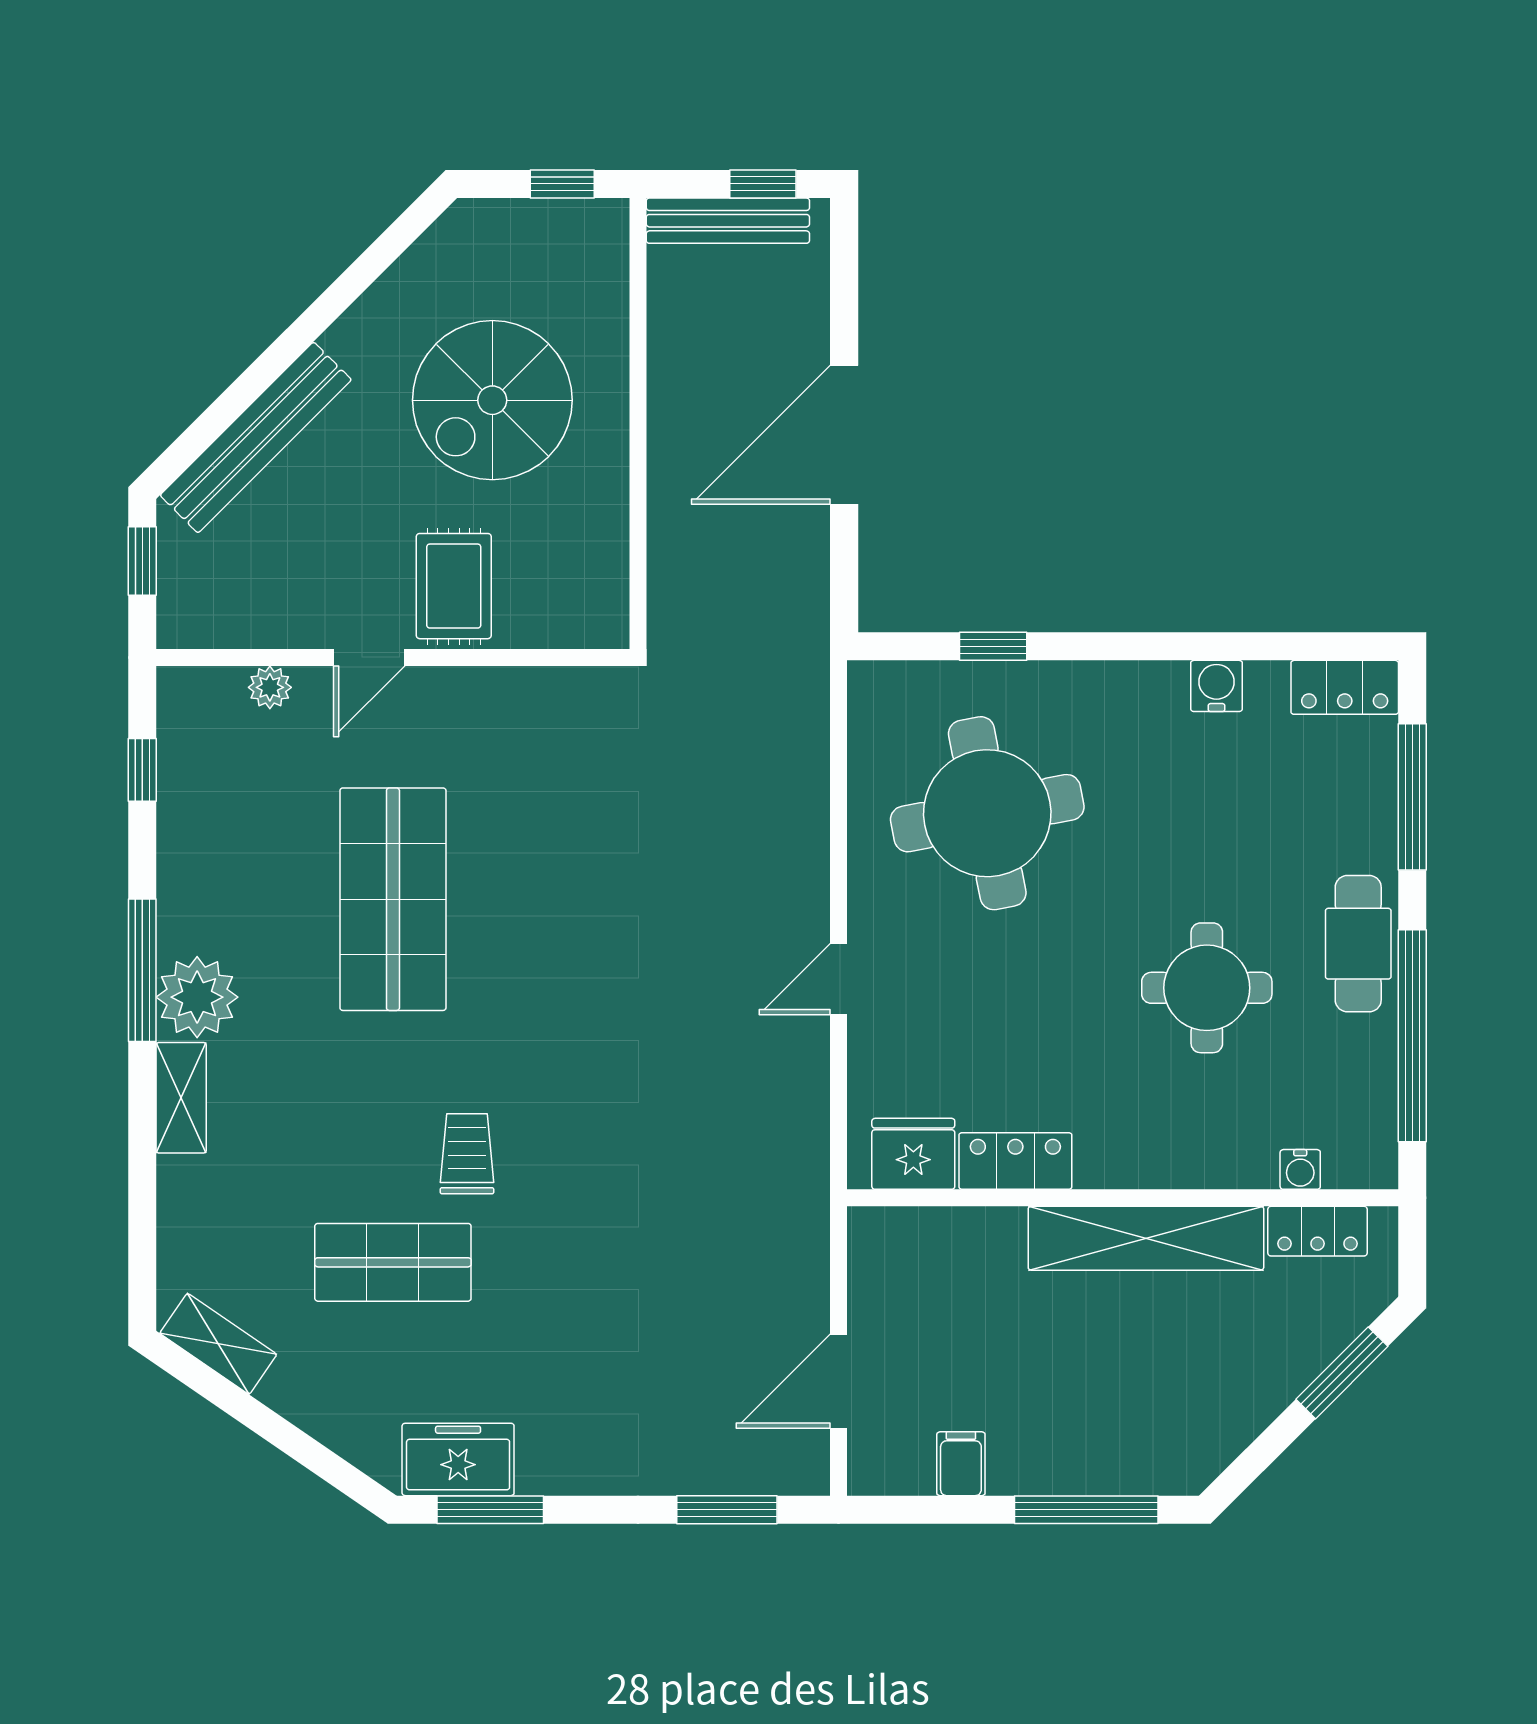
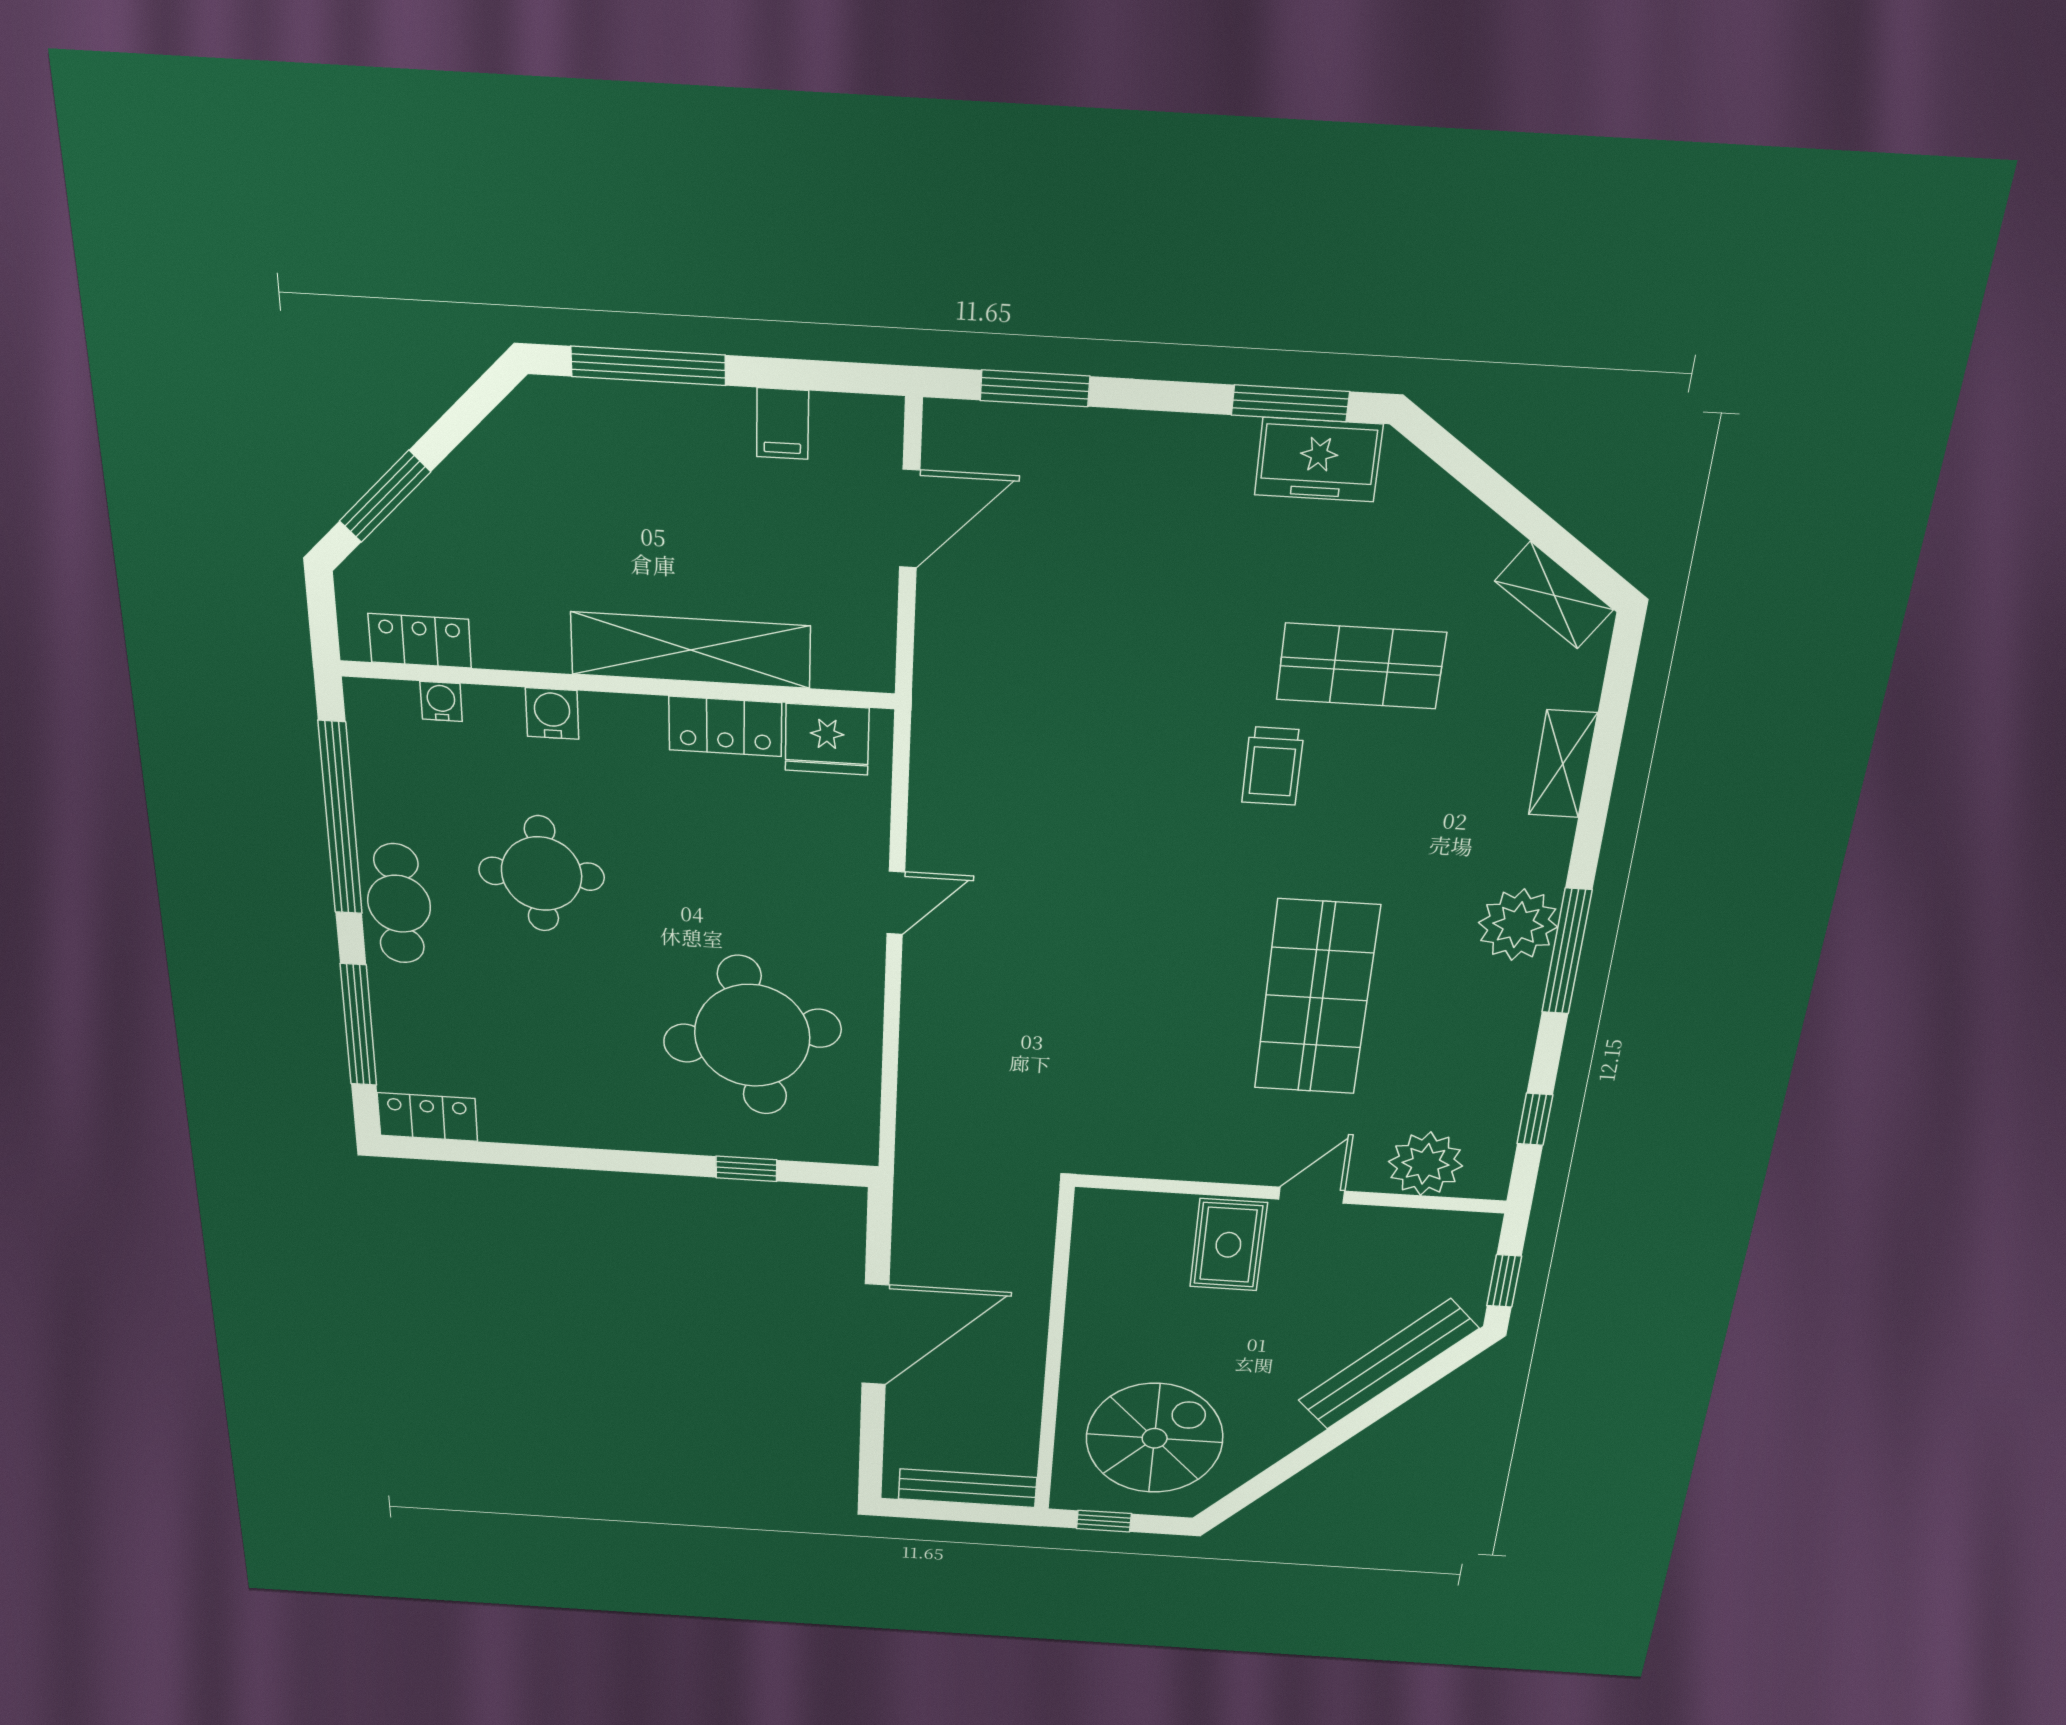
window: (763, 184) -> (937, 1511), removed
spiral stairs: (492, 400) -> (1155, 1438), moved
water cooler: (1216, 686) -> (552, 714), moved, turned 180
plant: (270, 687) -> (1425, 1164), width x1.88, depth x1.88
shelving: (181, 1098) -> (1563, 764), moved
shelving: (1146, 1238) -> (691, 650), moved

